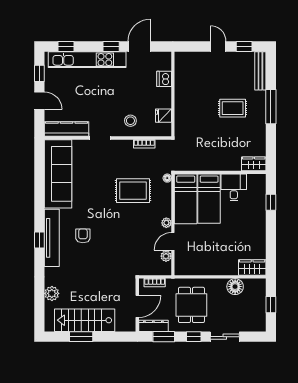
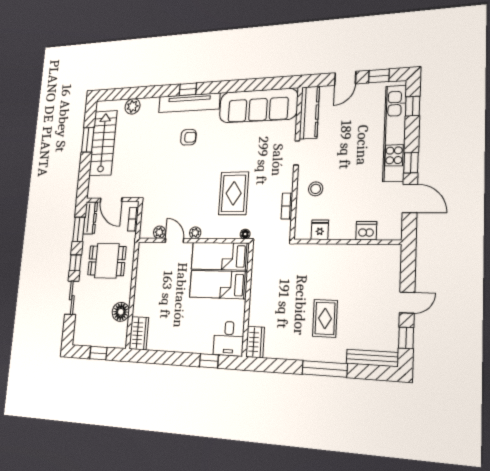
desk: (234, 187) -> (229, 339), moved, turned 90

